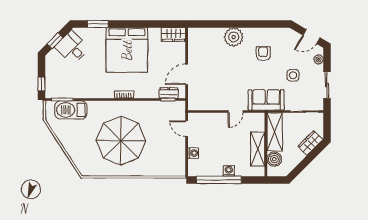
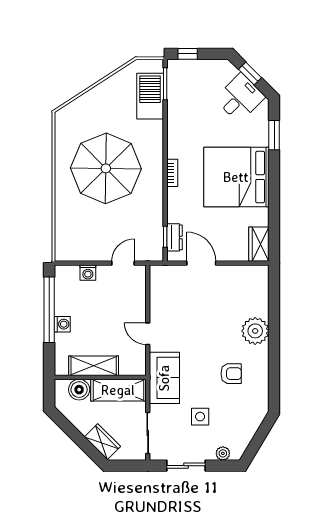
door: (311, 37) -> (256, 443), removed

